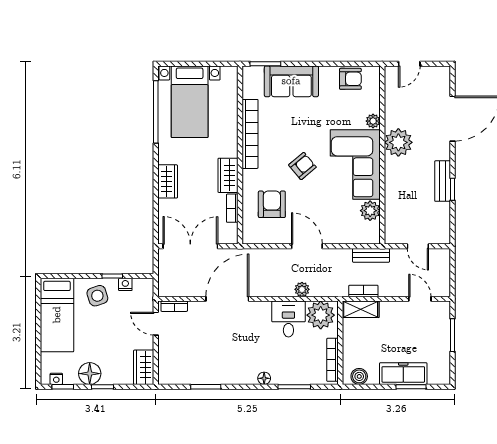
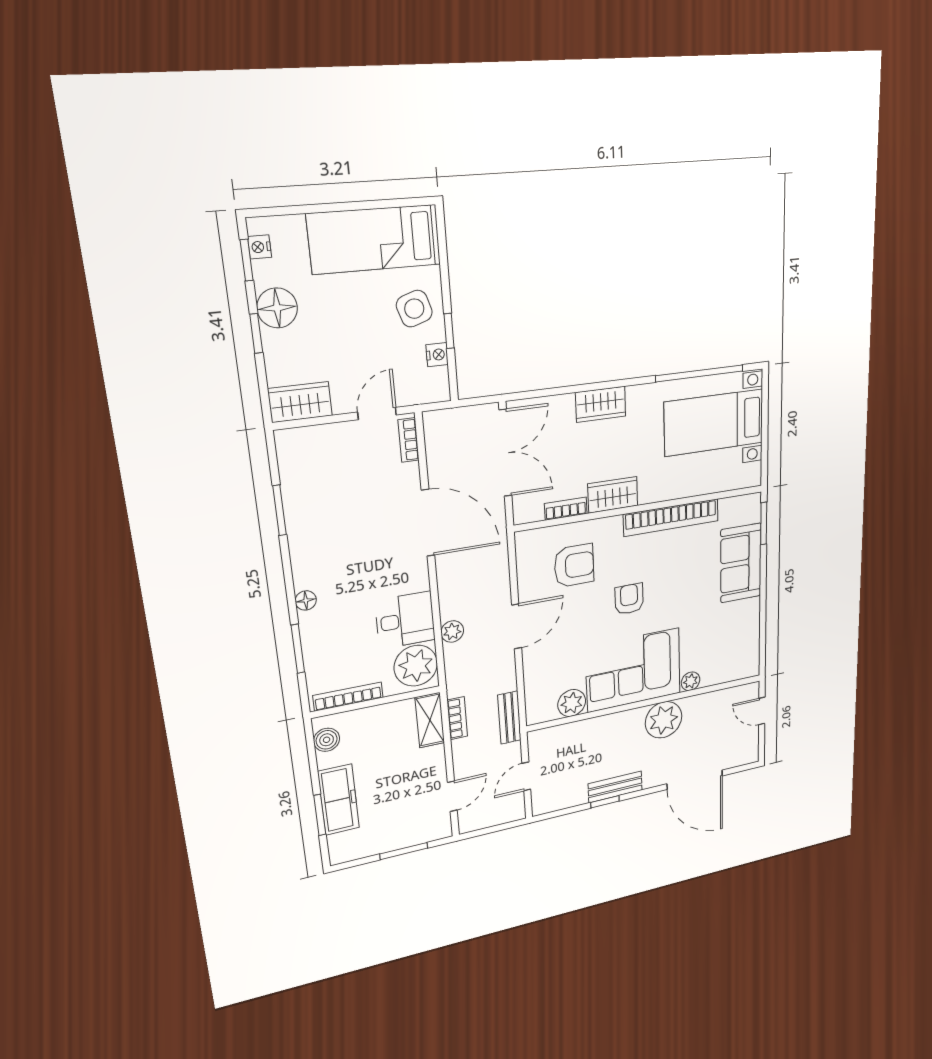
armchair: (350, 79) -> (744, 641), removed
armchair: (302, 166) -> (629, 599), turned -140

